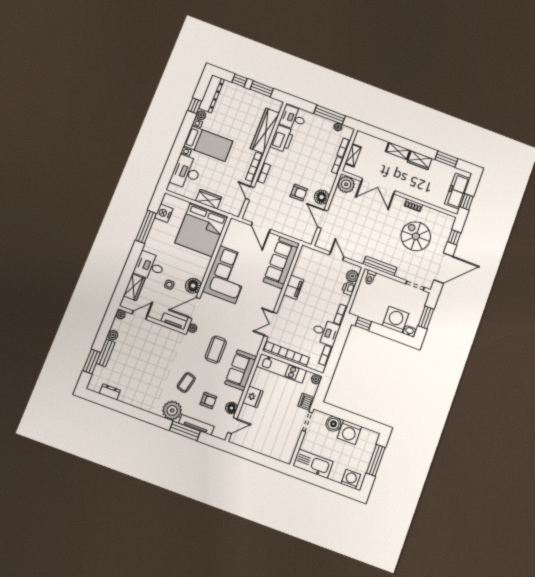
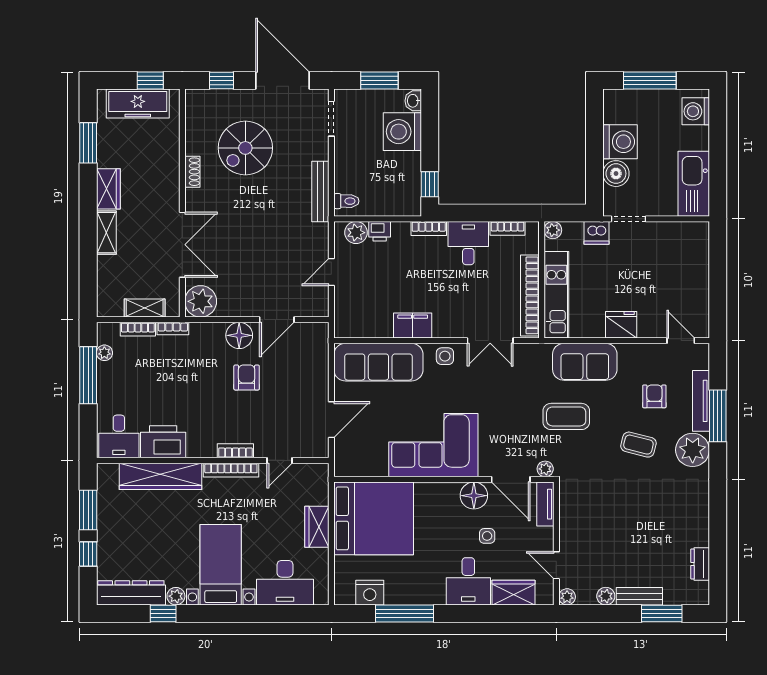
side table: (271, 298) -> (445, 356), added
floor lamp: (231, 408) -> (653, 353), removed

